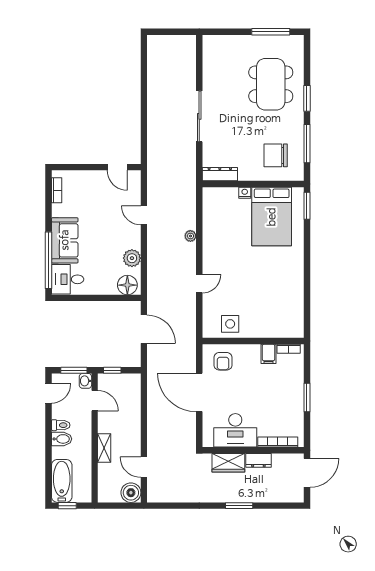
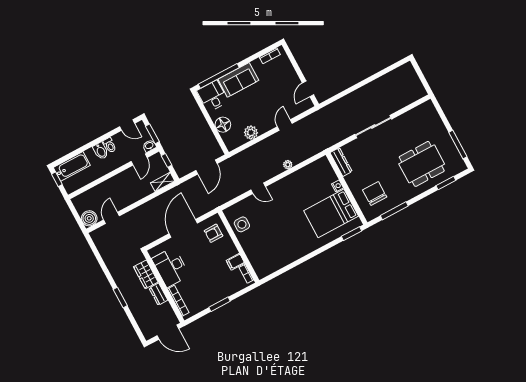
window: (307, 98) -> (446, 183), moved
floor lamp: (127, 285) -> (223, 125), moved
shelving: (104, 448) -> (163, 182), moved

